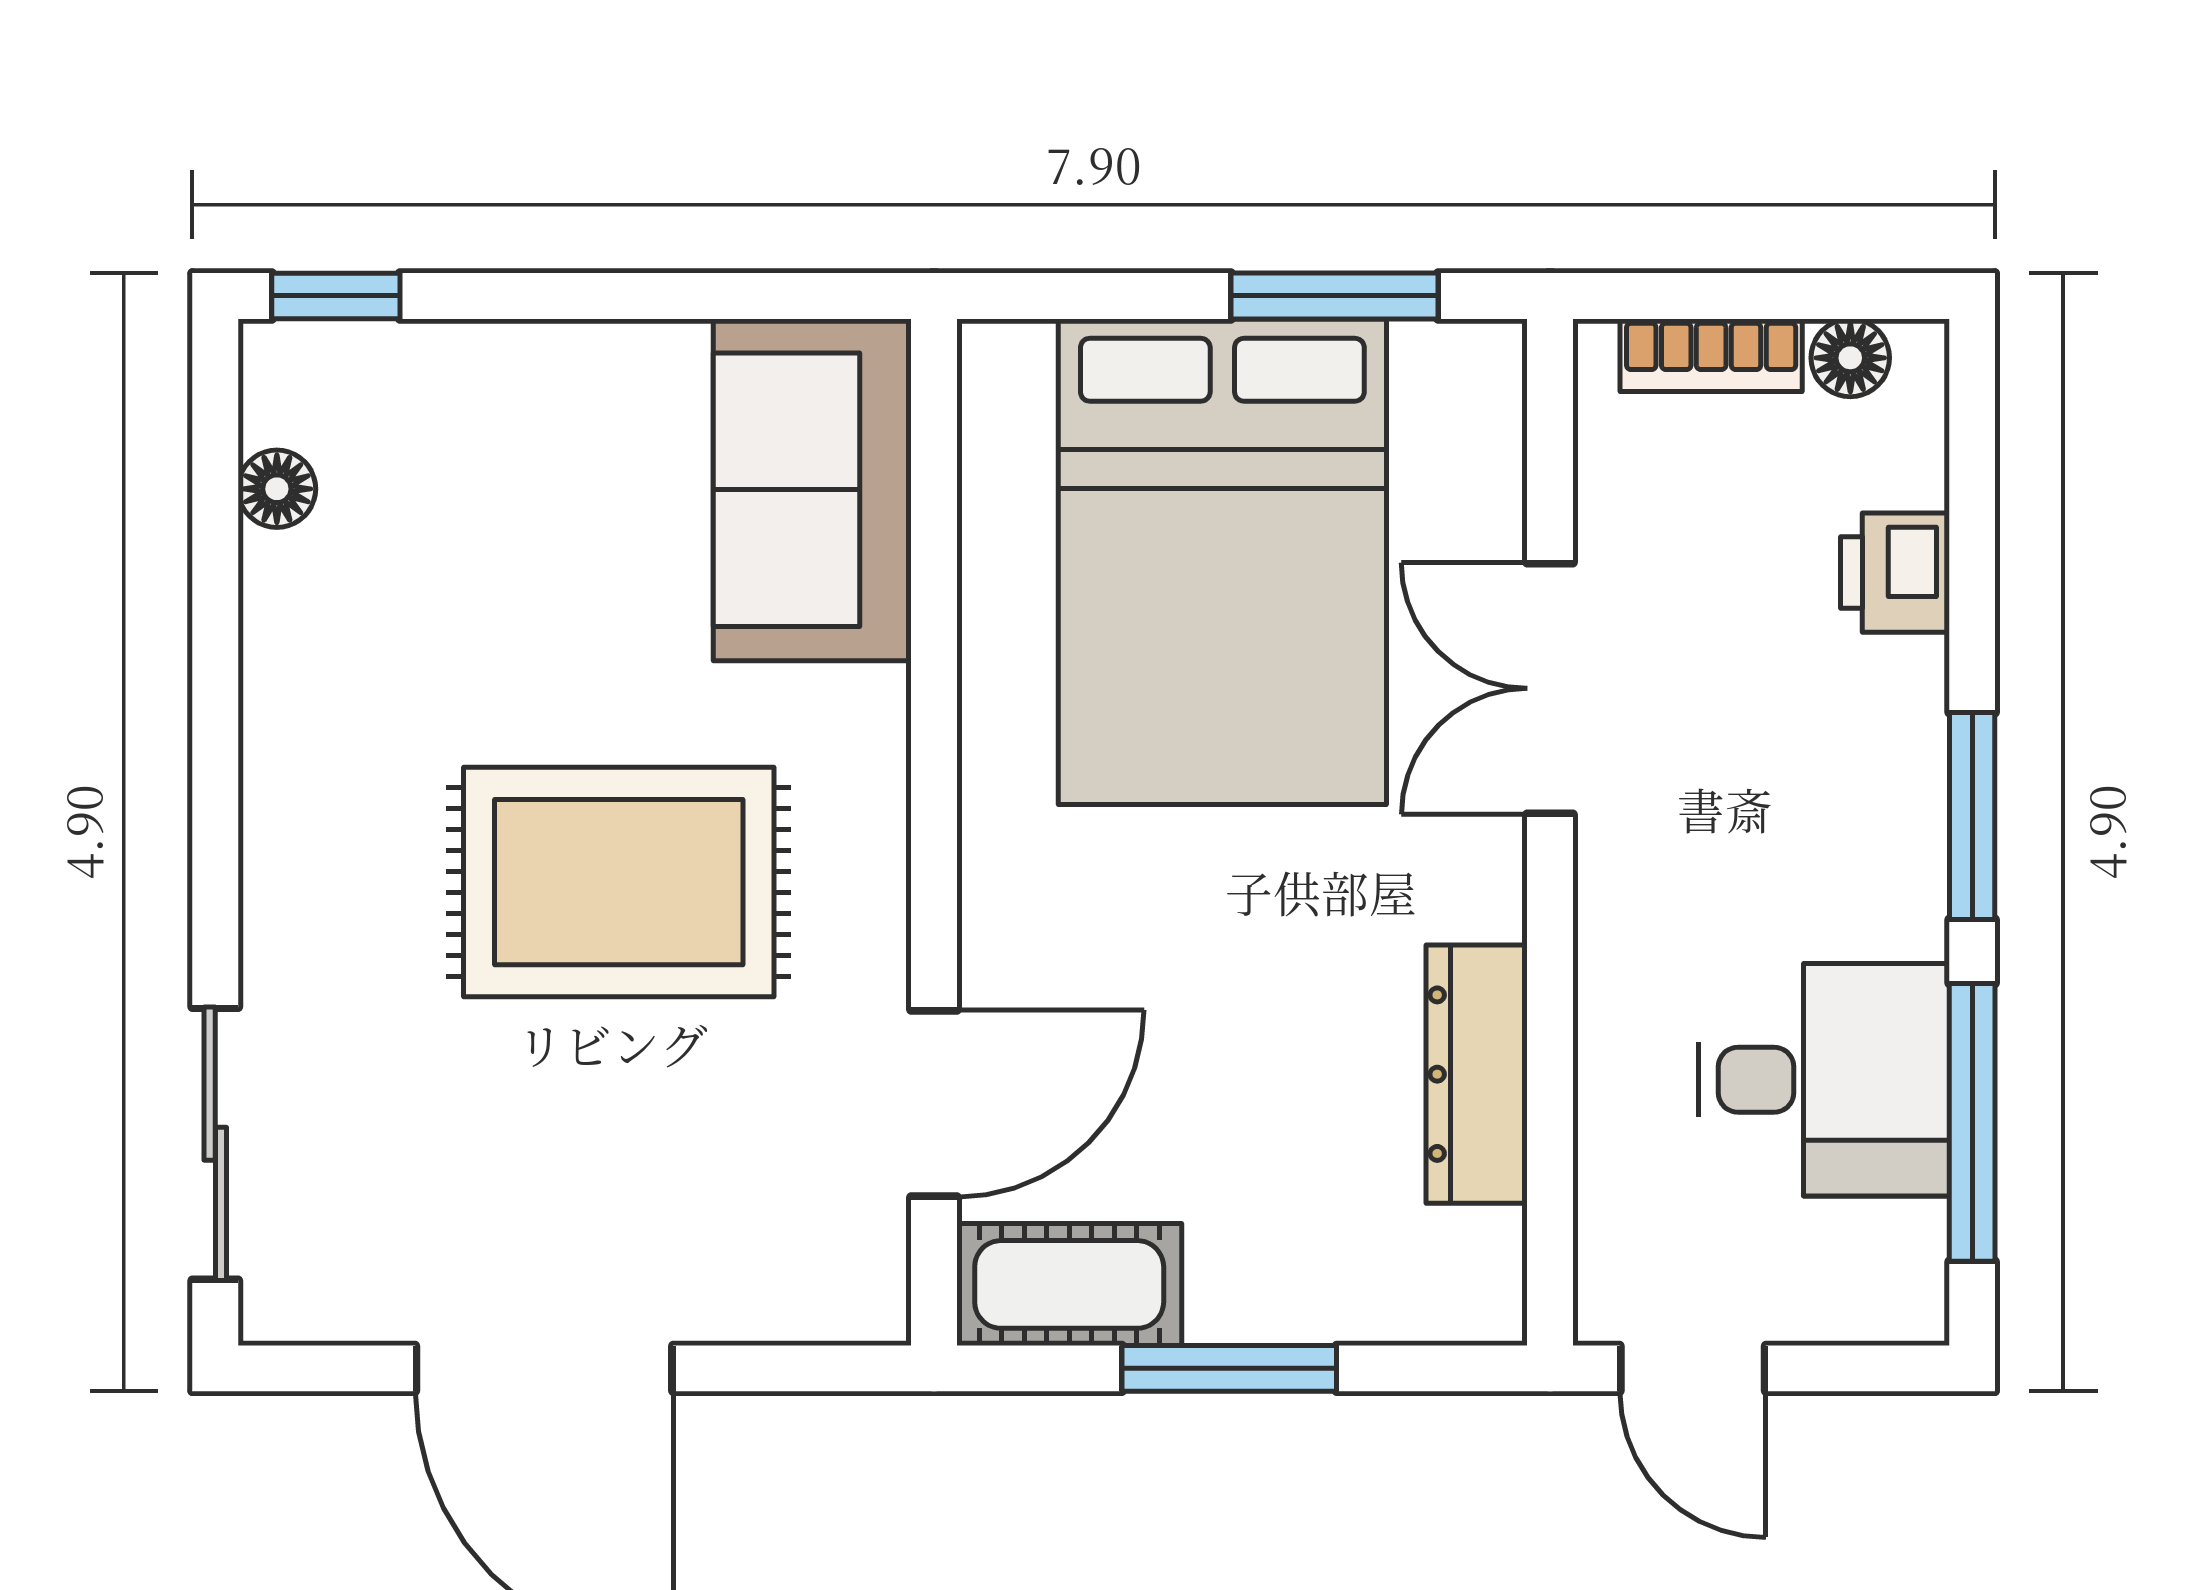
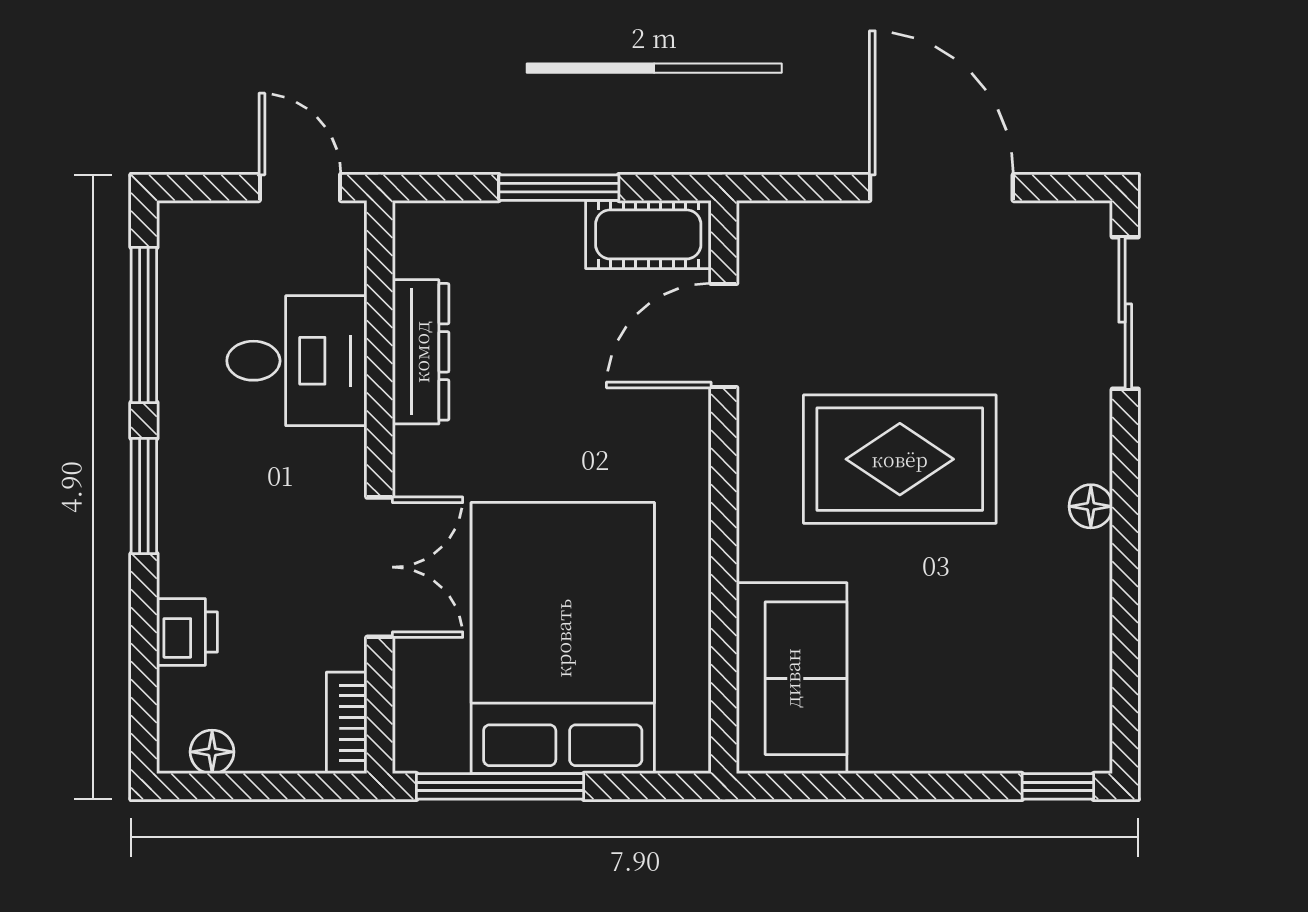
window: (1334, 296) -> (500, 786), width x1.44
bookcase: (1711, 355) -> (347, 723), moved, turned -90
floor lamp: (277, 489) -> (1091, 506), moved
desk: (1824, 1080) -> (297, 361), moved, turned 180

